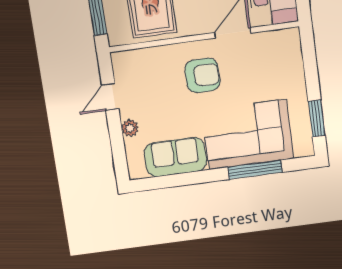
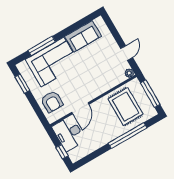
armchair: (203, 75) -> (52, 102), moved, turned -90
plant: (130, 128) -> (129, 73), moved

